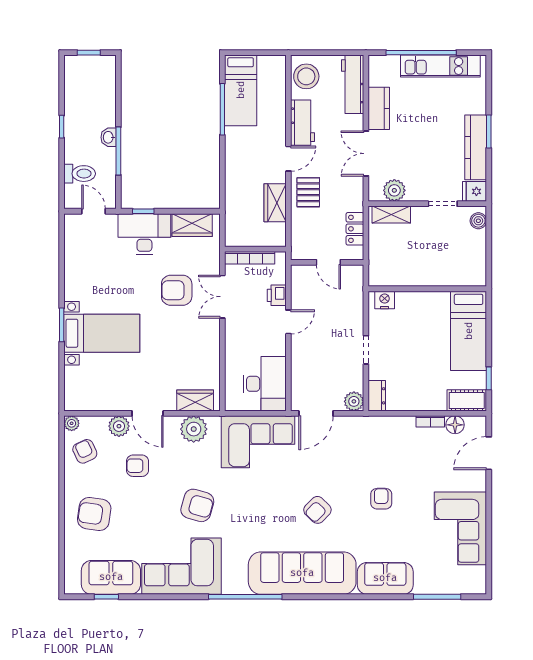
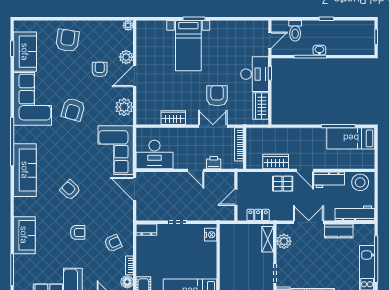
wardrobe: (195, 401) -> (173, 118), moved, turned -90
plant: (354, 401) -> (143, 214), removed
armchair: (85, 451) -> (113, 243), moved
sofa: (302, 573) -> (25, 170), width x0.74, depth x0.79

